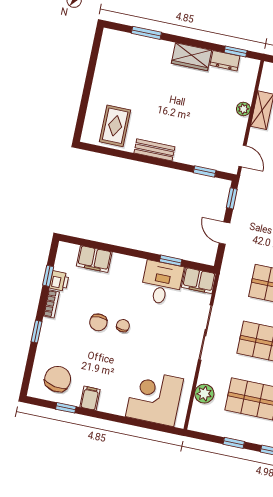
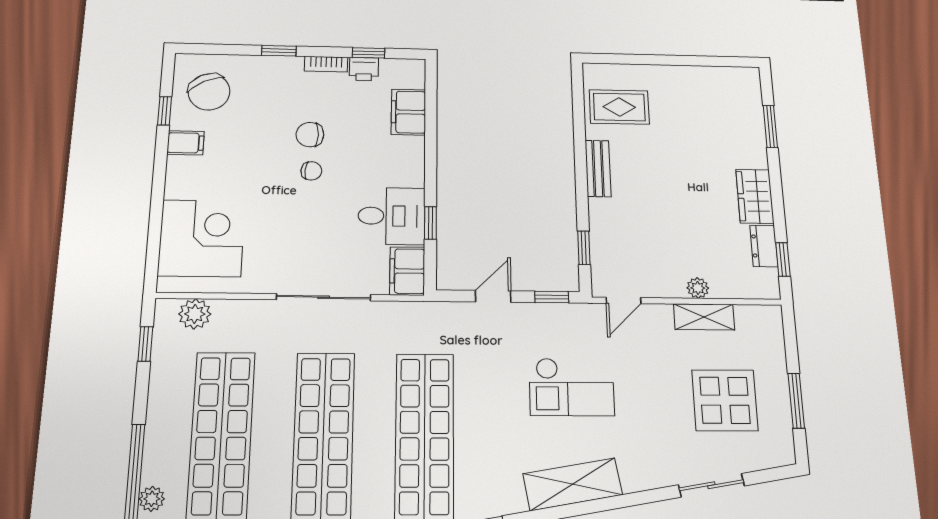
chair: (58, 379) -> (209, 92), turned 54
plant: (204, 394) -> (195, 314), moved
window: (234, 443) -> (145, 344), moved

